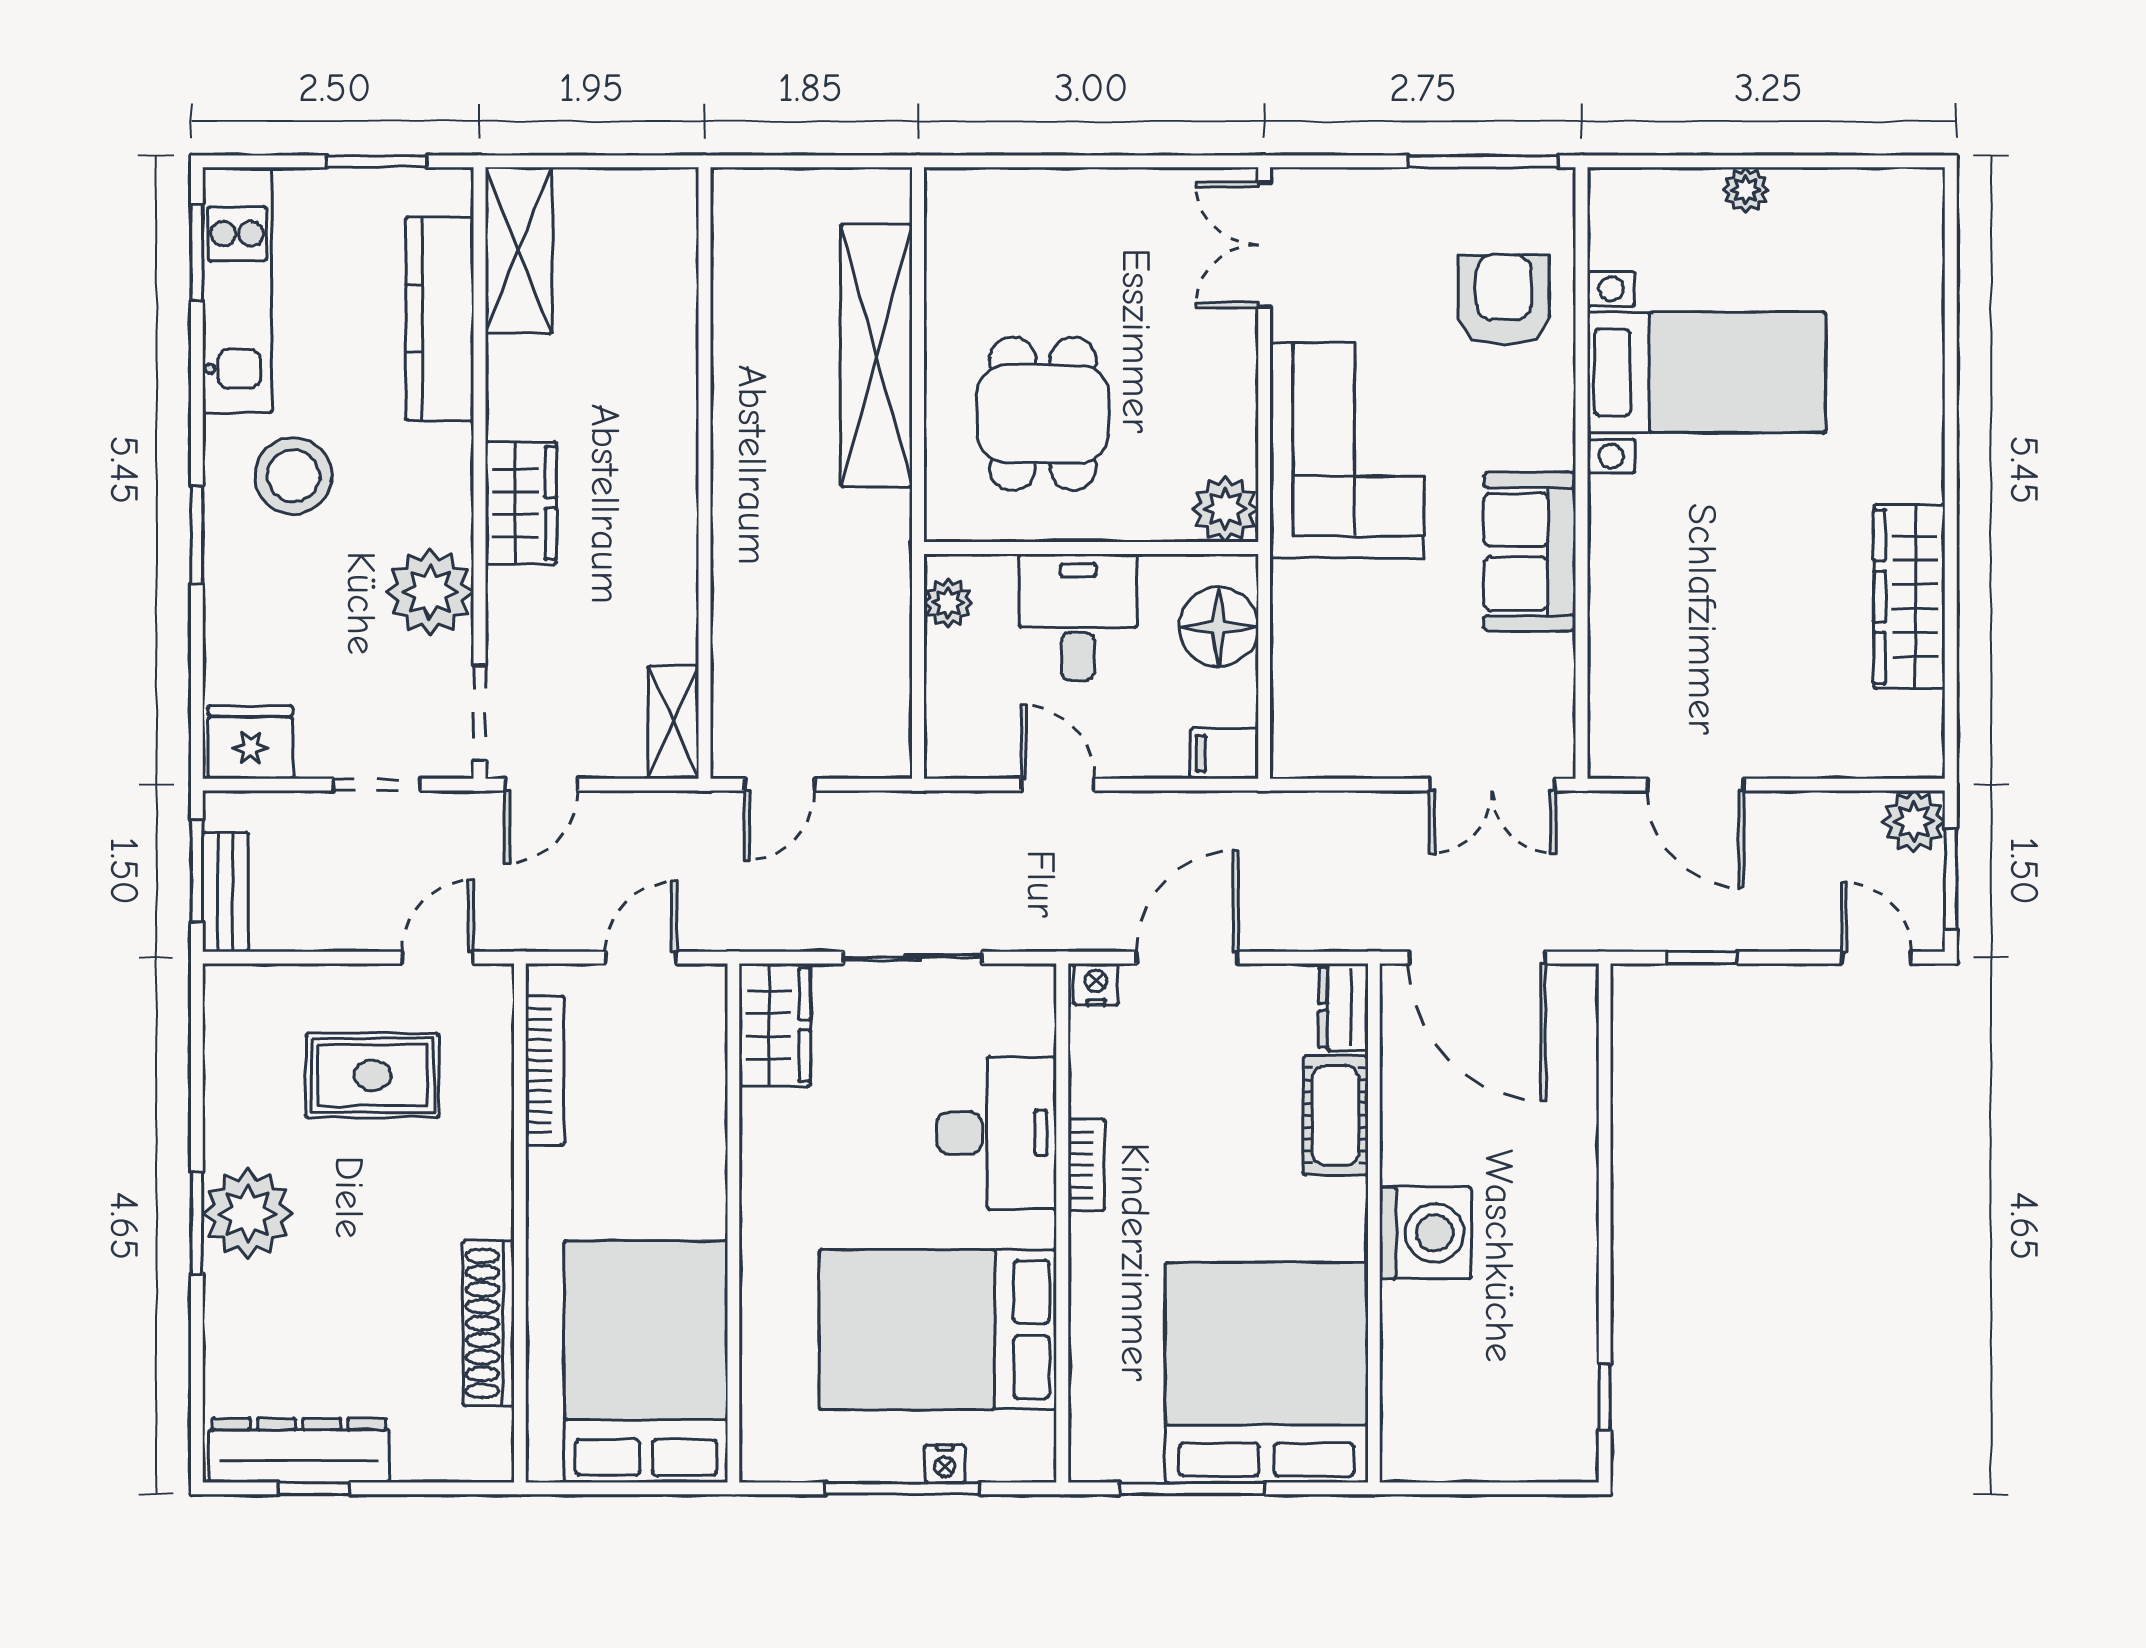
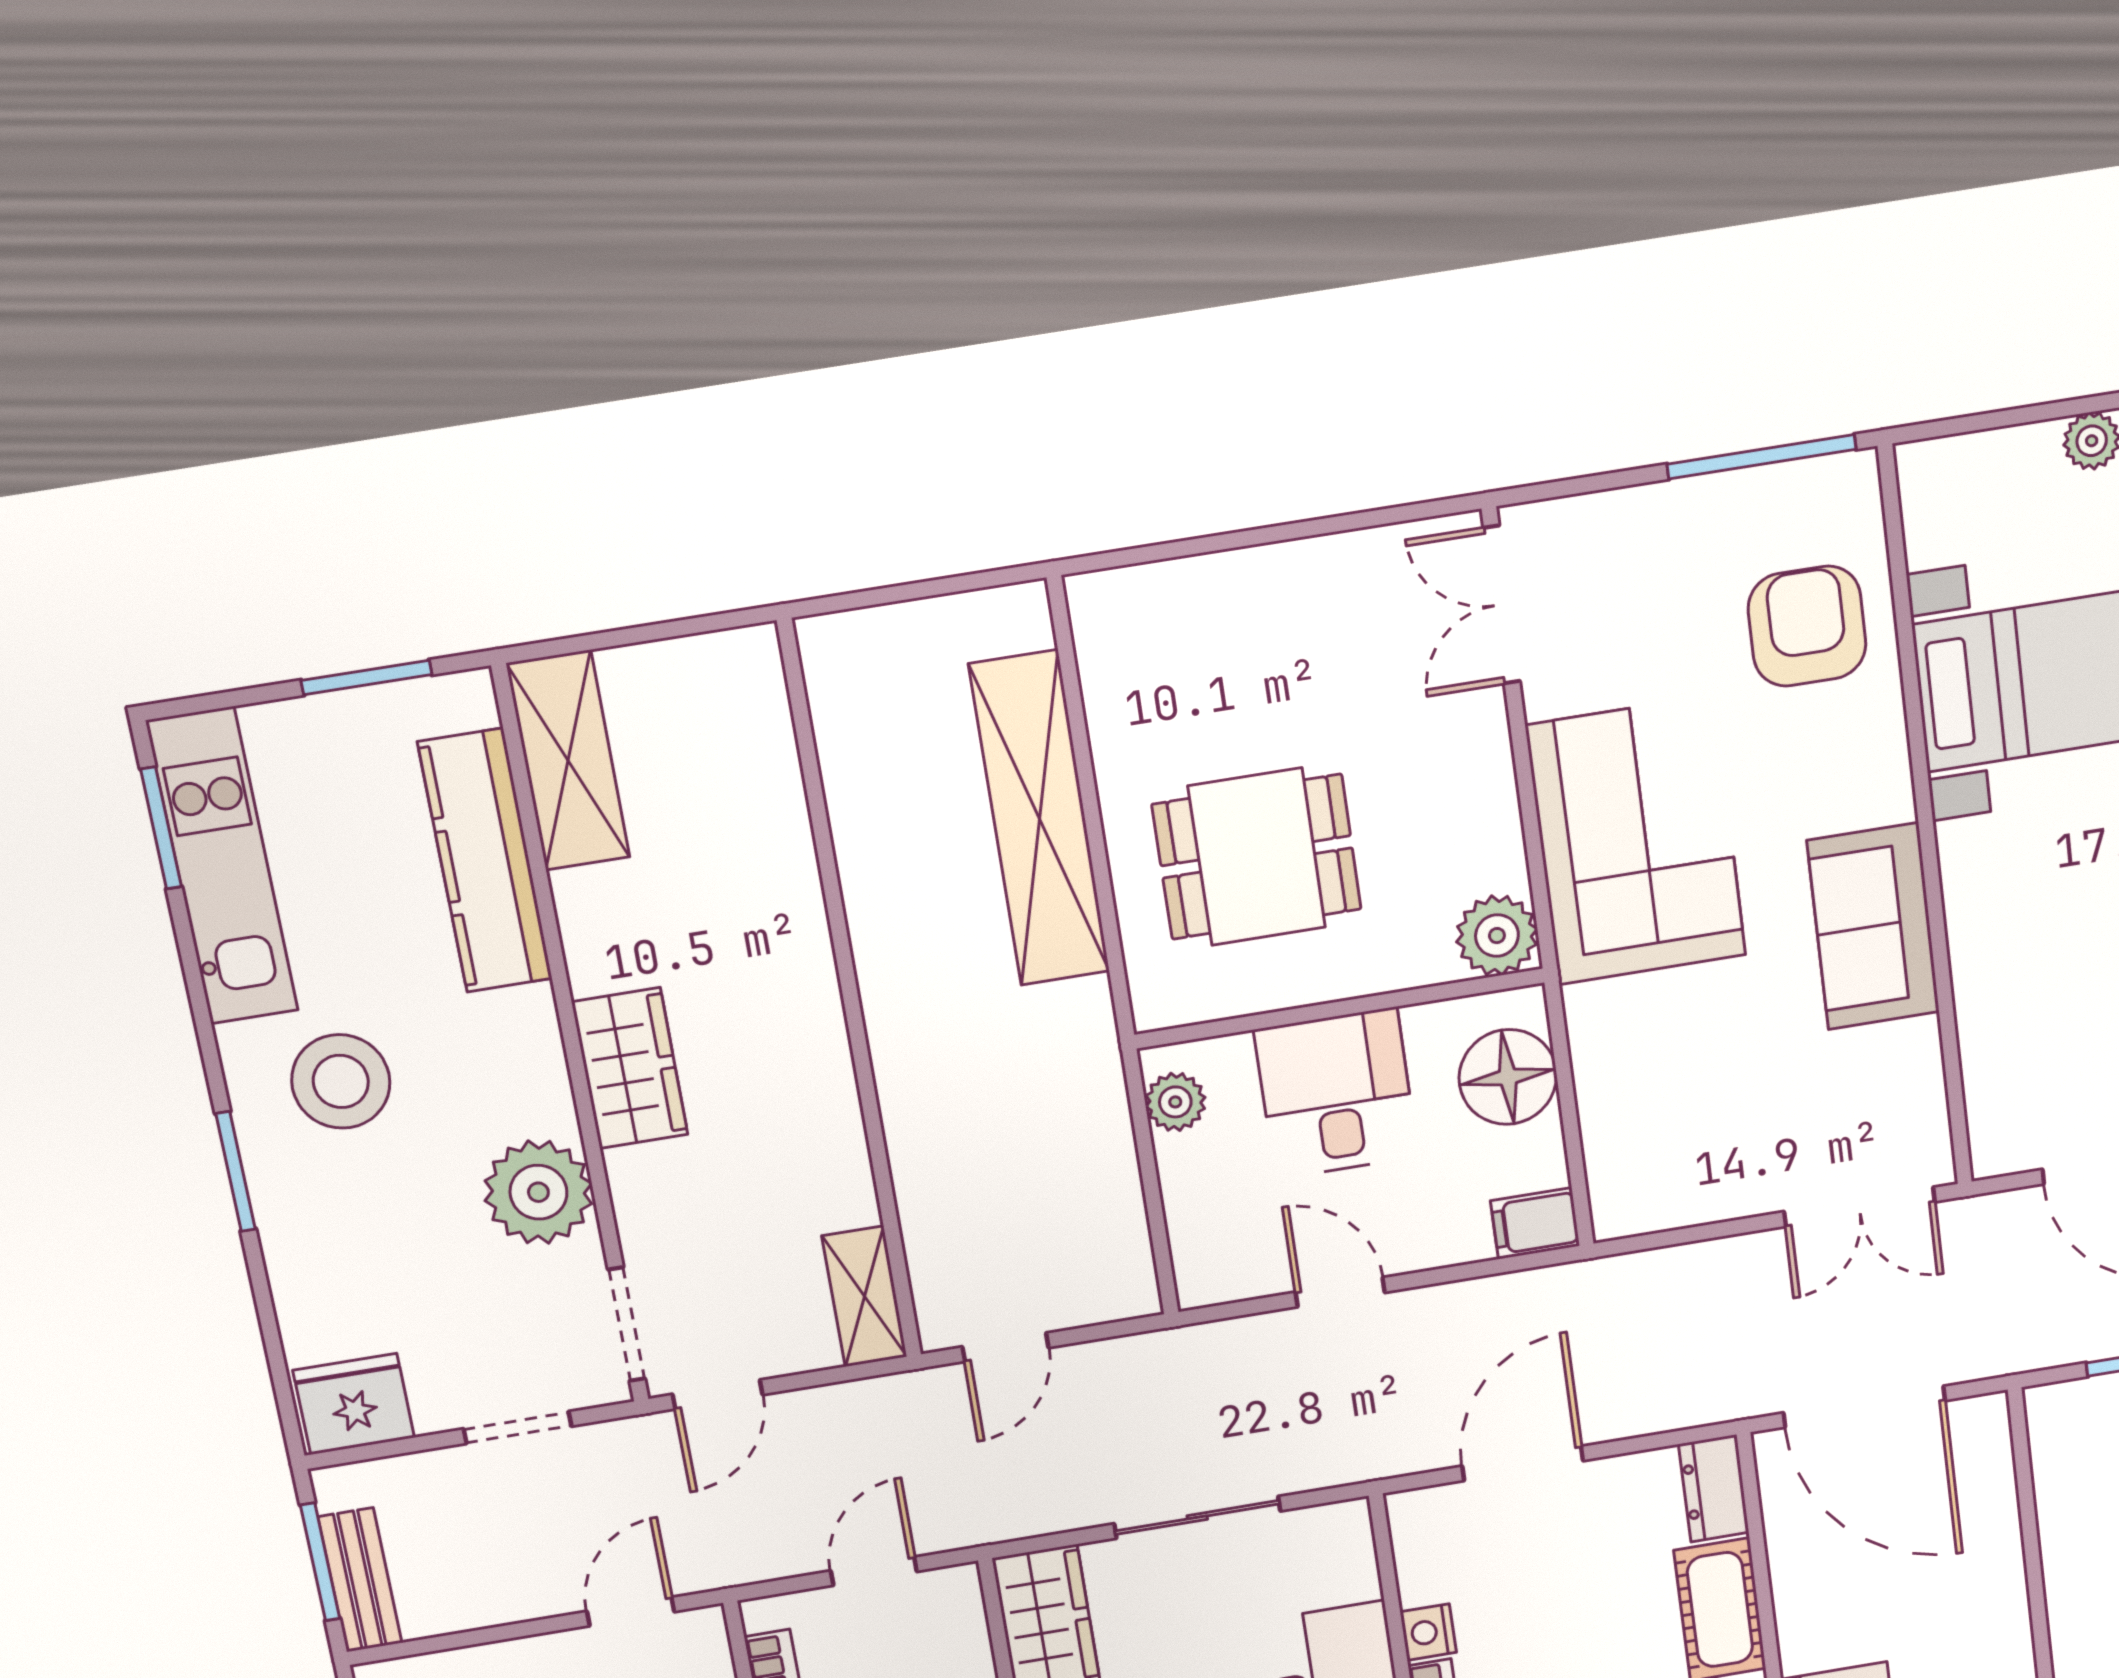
dining table: (1043, 414) -> (1257, 857), turned 90
nightstand: (1096, 984) -> (1428, 1632), moved, turned -90

